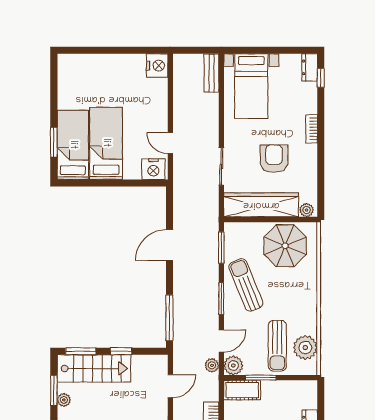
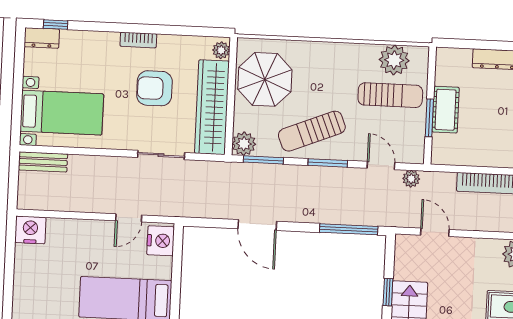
bookcase: (312, 129) -> (138, 40), moved
plant: (233, 365) -> (244, 144), moved
cot: (242, 390) -> (446, 110), moved

